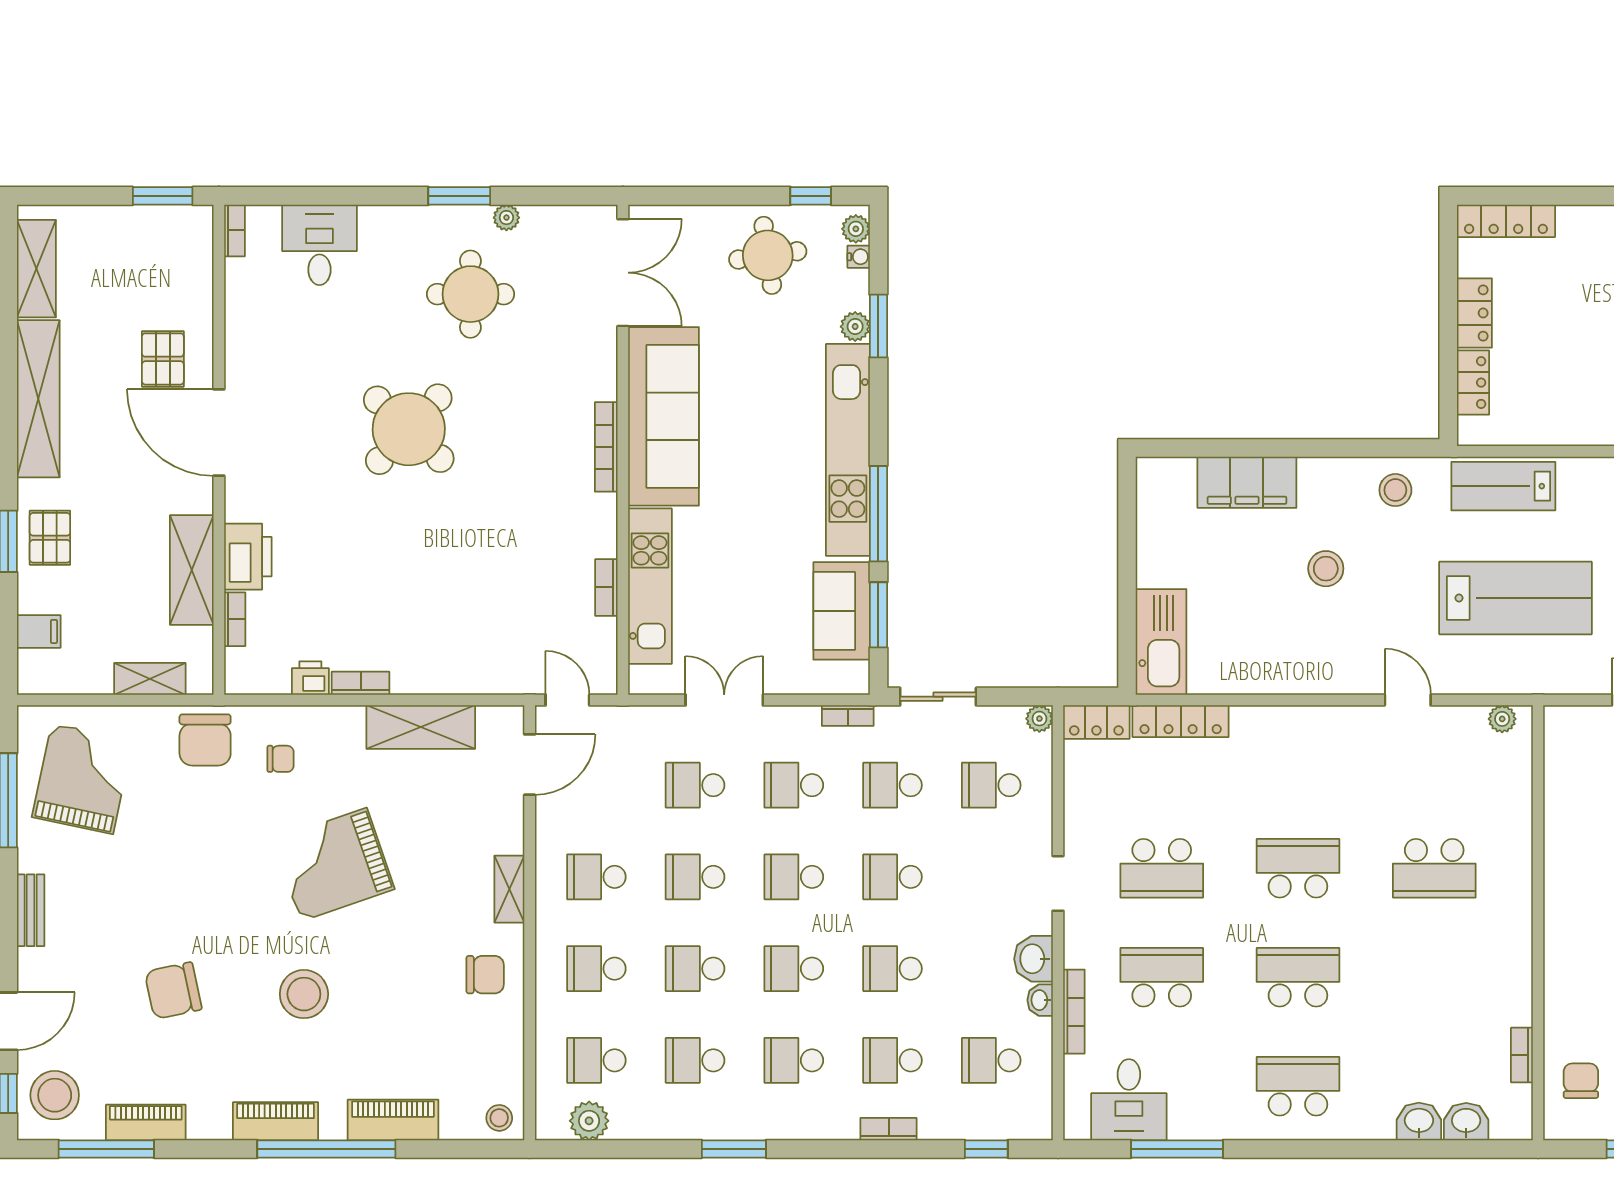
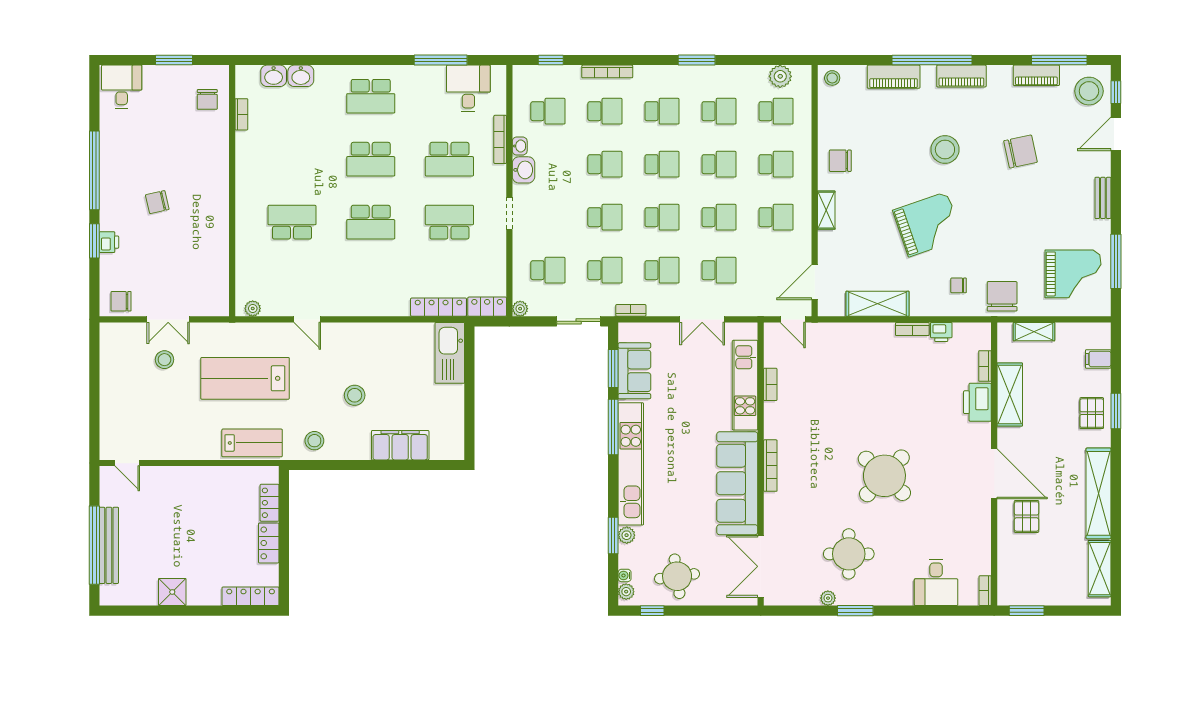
grand piano: (82, 779) -> (1073, 274), turned -102
bookcase: (889, 1129) -> (607, 71), width x1.56

